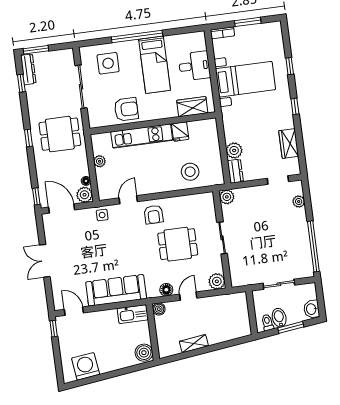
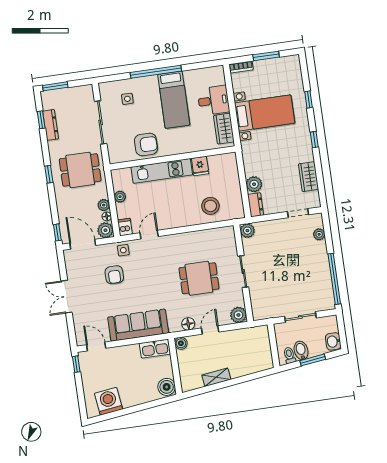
side table: (108, 63) -> (127, 99), width x0.54, depth x0.54
dresser: (28, 69) -> (51, 125), moved
wardrobe: (192, 107) -> (224, 129), moved, turned -90
plant: (83, 170) -> (104, 205), added
dishwasher: (104, 192) -> (125, 227), added
armchair: (154, 215) -> (114, 275), moved

